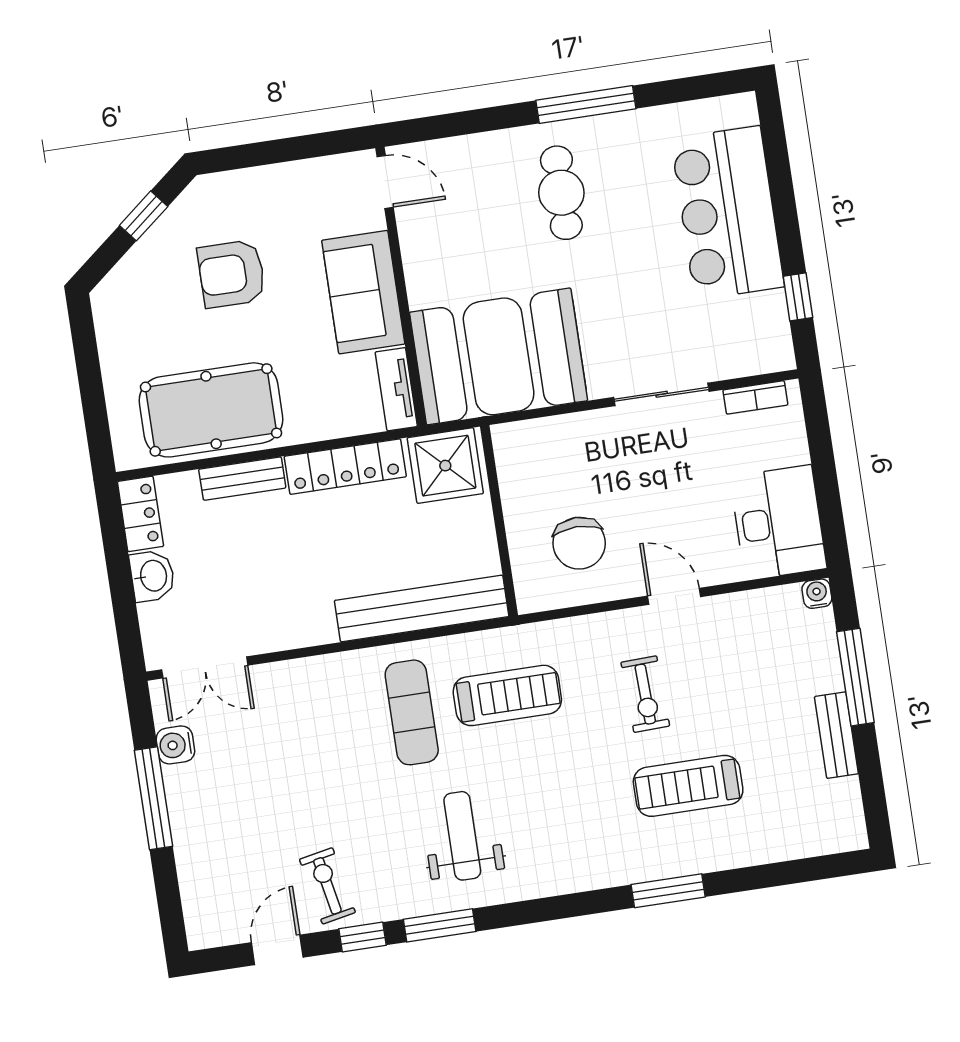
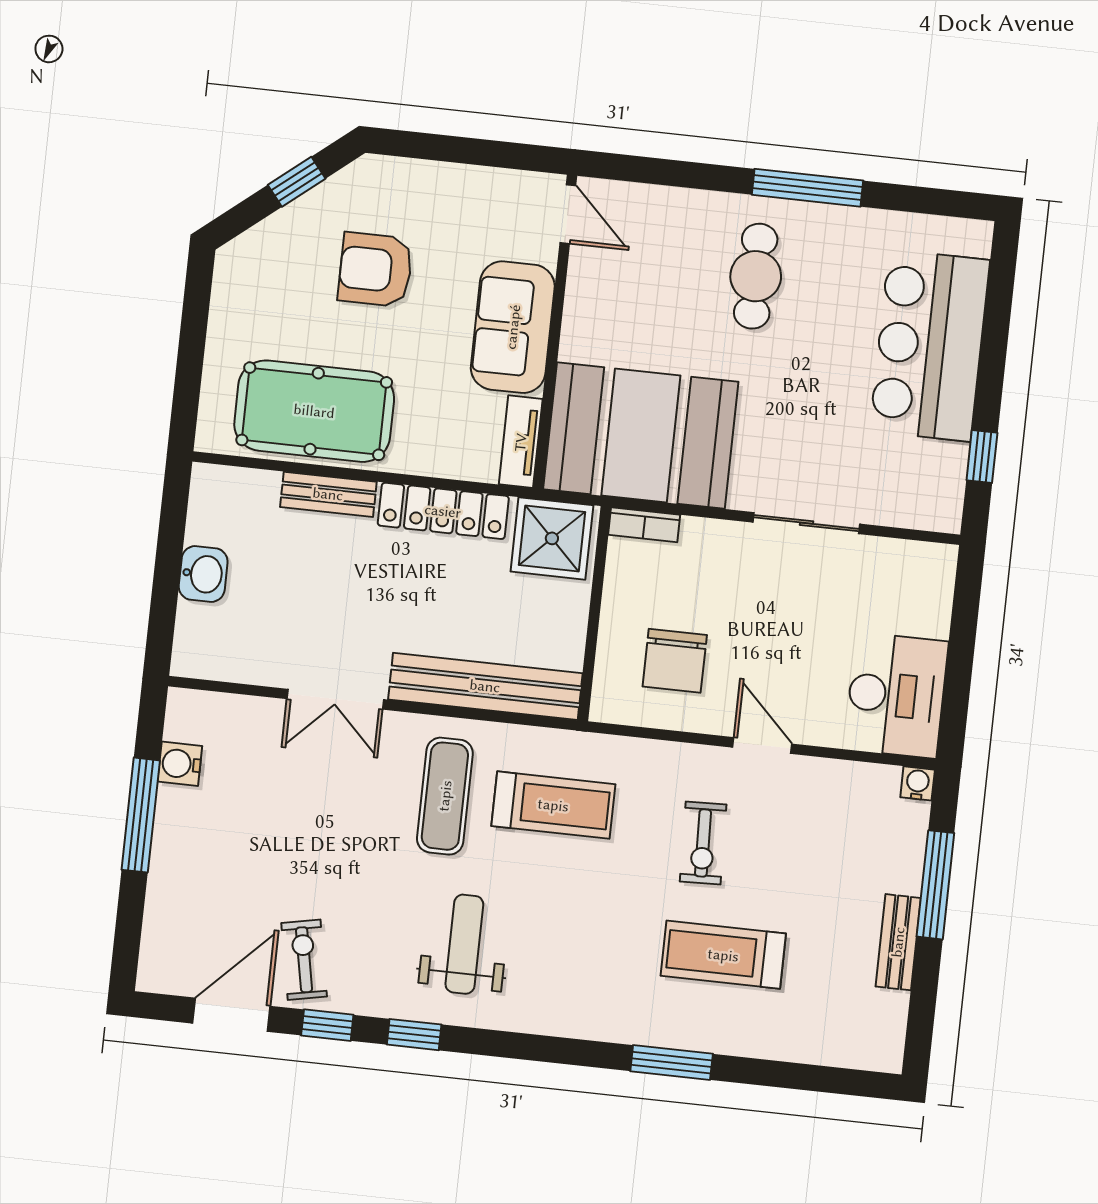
bookcase: (755, 397) -> (644, 525), moved
locker: (140, 514) -> (208, 504), removed
double door: (205, 667) -> (335, 699), moved
window: (440, 925) -> (414, 1035), width x0.67
door: (277, 950) -> (231, 1015), width x1.38

